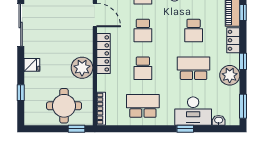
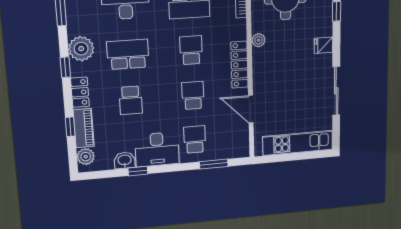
school desk: (194, 30) -> (131, 100), turned 180
plant: (82, 68) -> (259, 40), width x0.53, depth x0.53
school desk: (194, 68) -> (128, 54), turned 180

